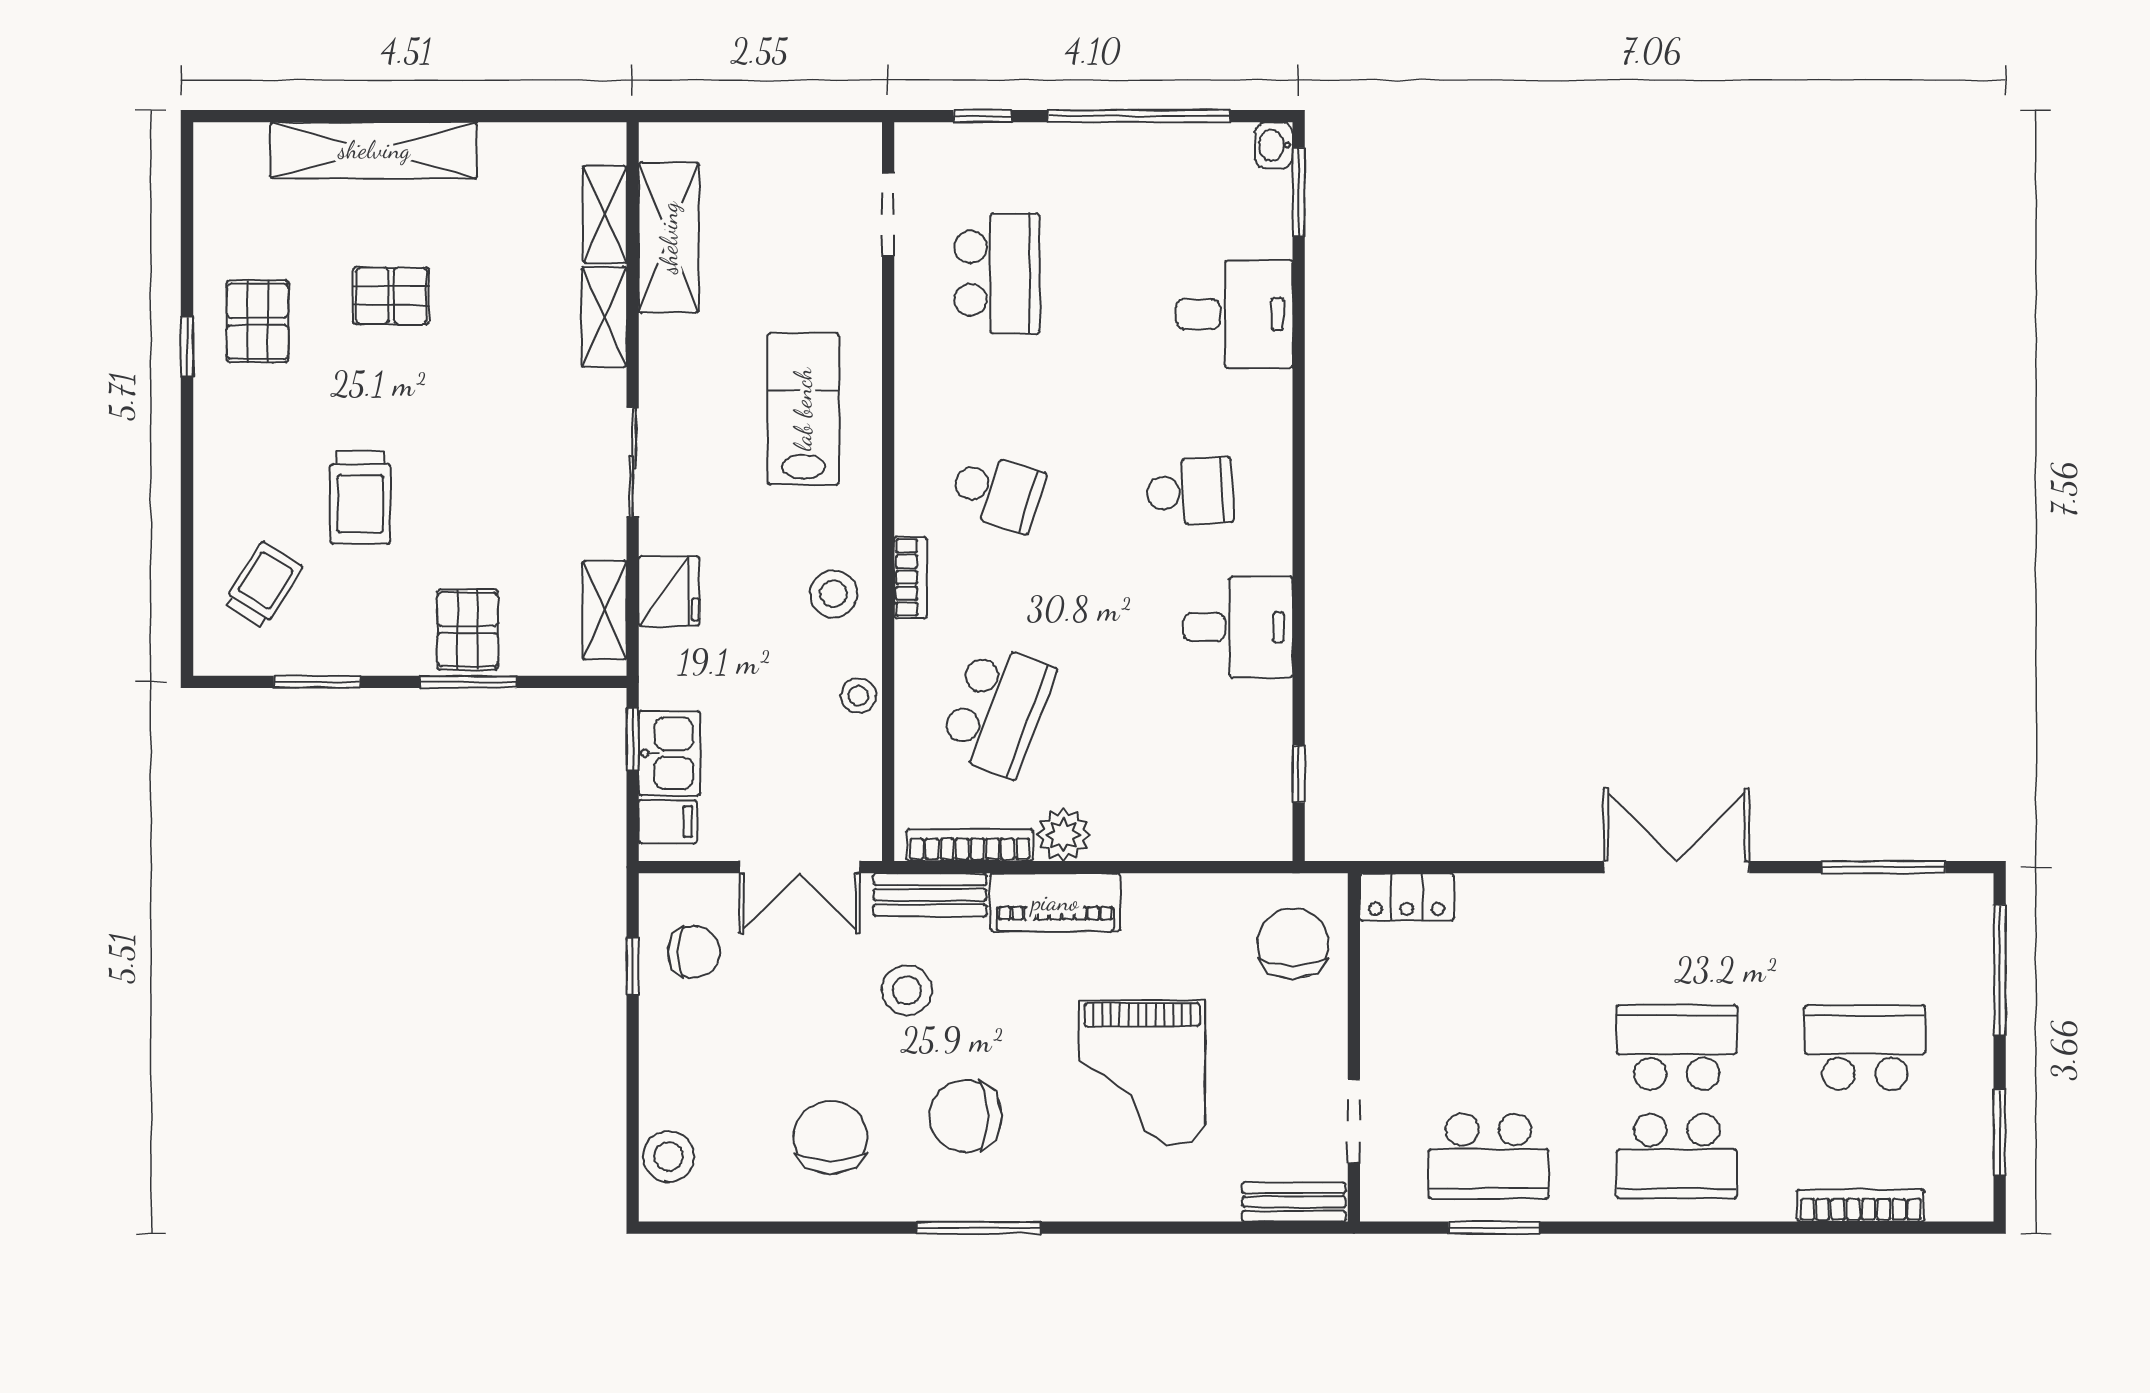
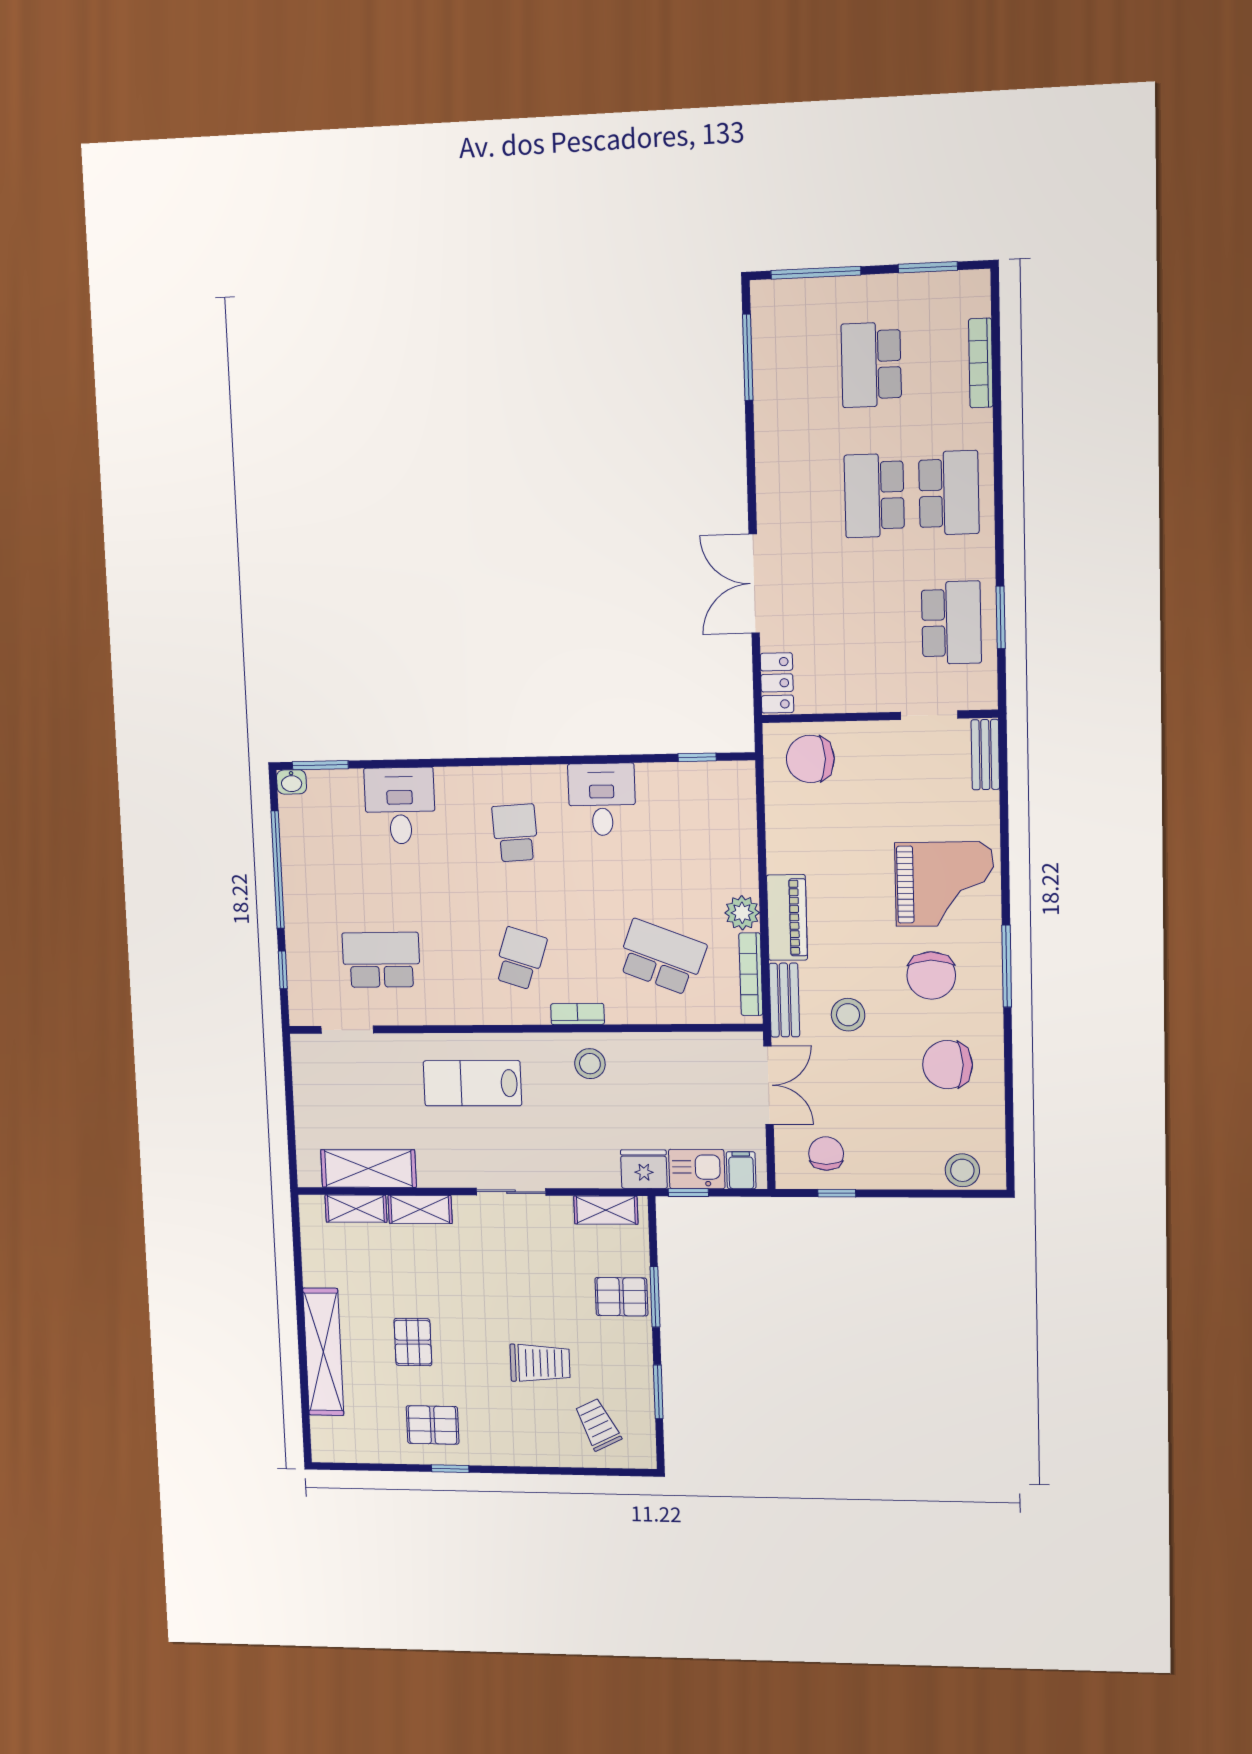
trolley: (263, 585) -> (598, 1425), turned 32
fridge: (669, 591) -> (644, 1169), moved
stool: (858, 696) -> (655, 1047), removed
double door: (1676, 867) -> (754, 584), moved
grand piano: (1142, 1073) -> (944, 884), moved

